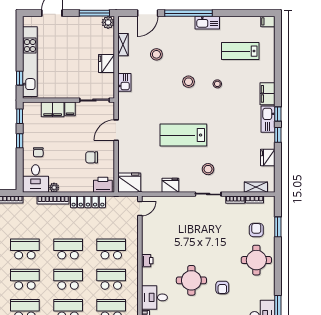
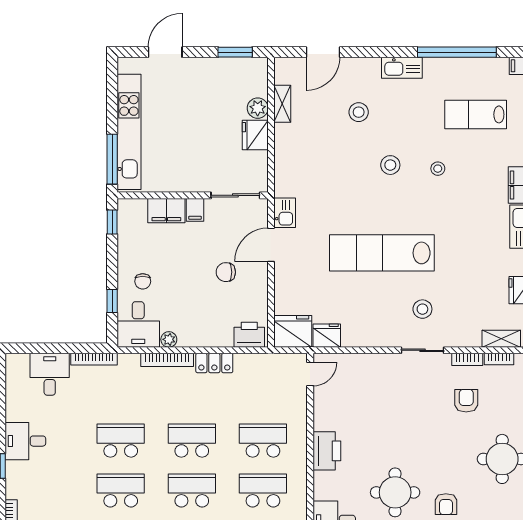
window: (94, 13) -> (235, 52), width x0.69
window: (189, 13) -> (457, 52), moved
plant: (108, 22) -> (258, 108), moved
kitchen sink: (207, 23) -> (402, 68), moved
stool: (156, 54) -> (359, 112), moved
window: (20, 78) -> (112, 159), width x2.17
kitchen sink: (124, 82) -> (285, 213), moved
lab bench: (183, 135) -> (382, 253), width x1.36
window: (20, 141) -> (112, 301), moved
chair: (92, 157) -> (226, 272), moved
fridge: (170, 185) -> (327, 336), moved
locker: (88, 202) -> (214, 363), width x0.66
armchair: (256, 230) -> (466, 401), moved
printer: (147, 261) -> (327, 451), width x1.87, depth x1.48

